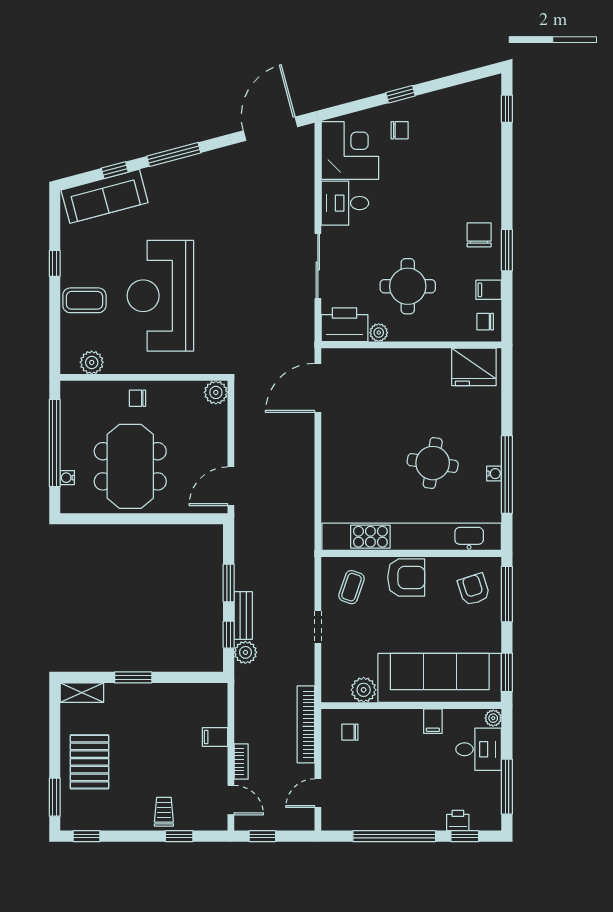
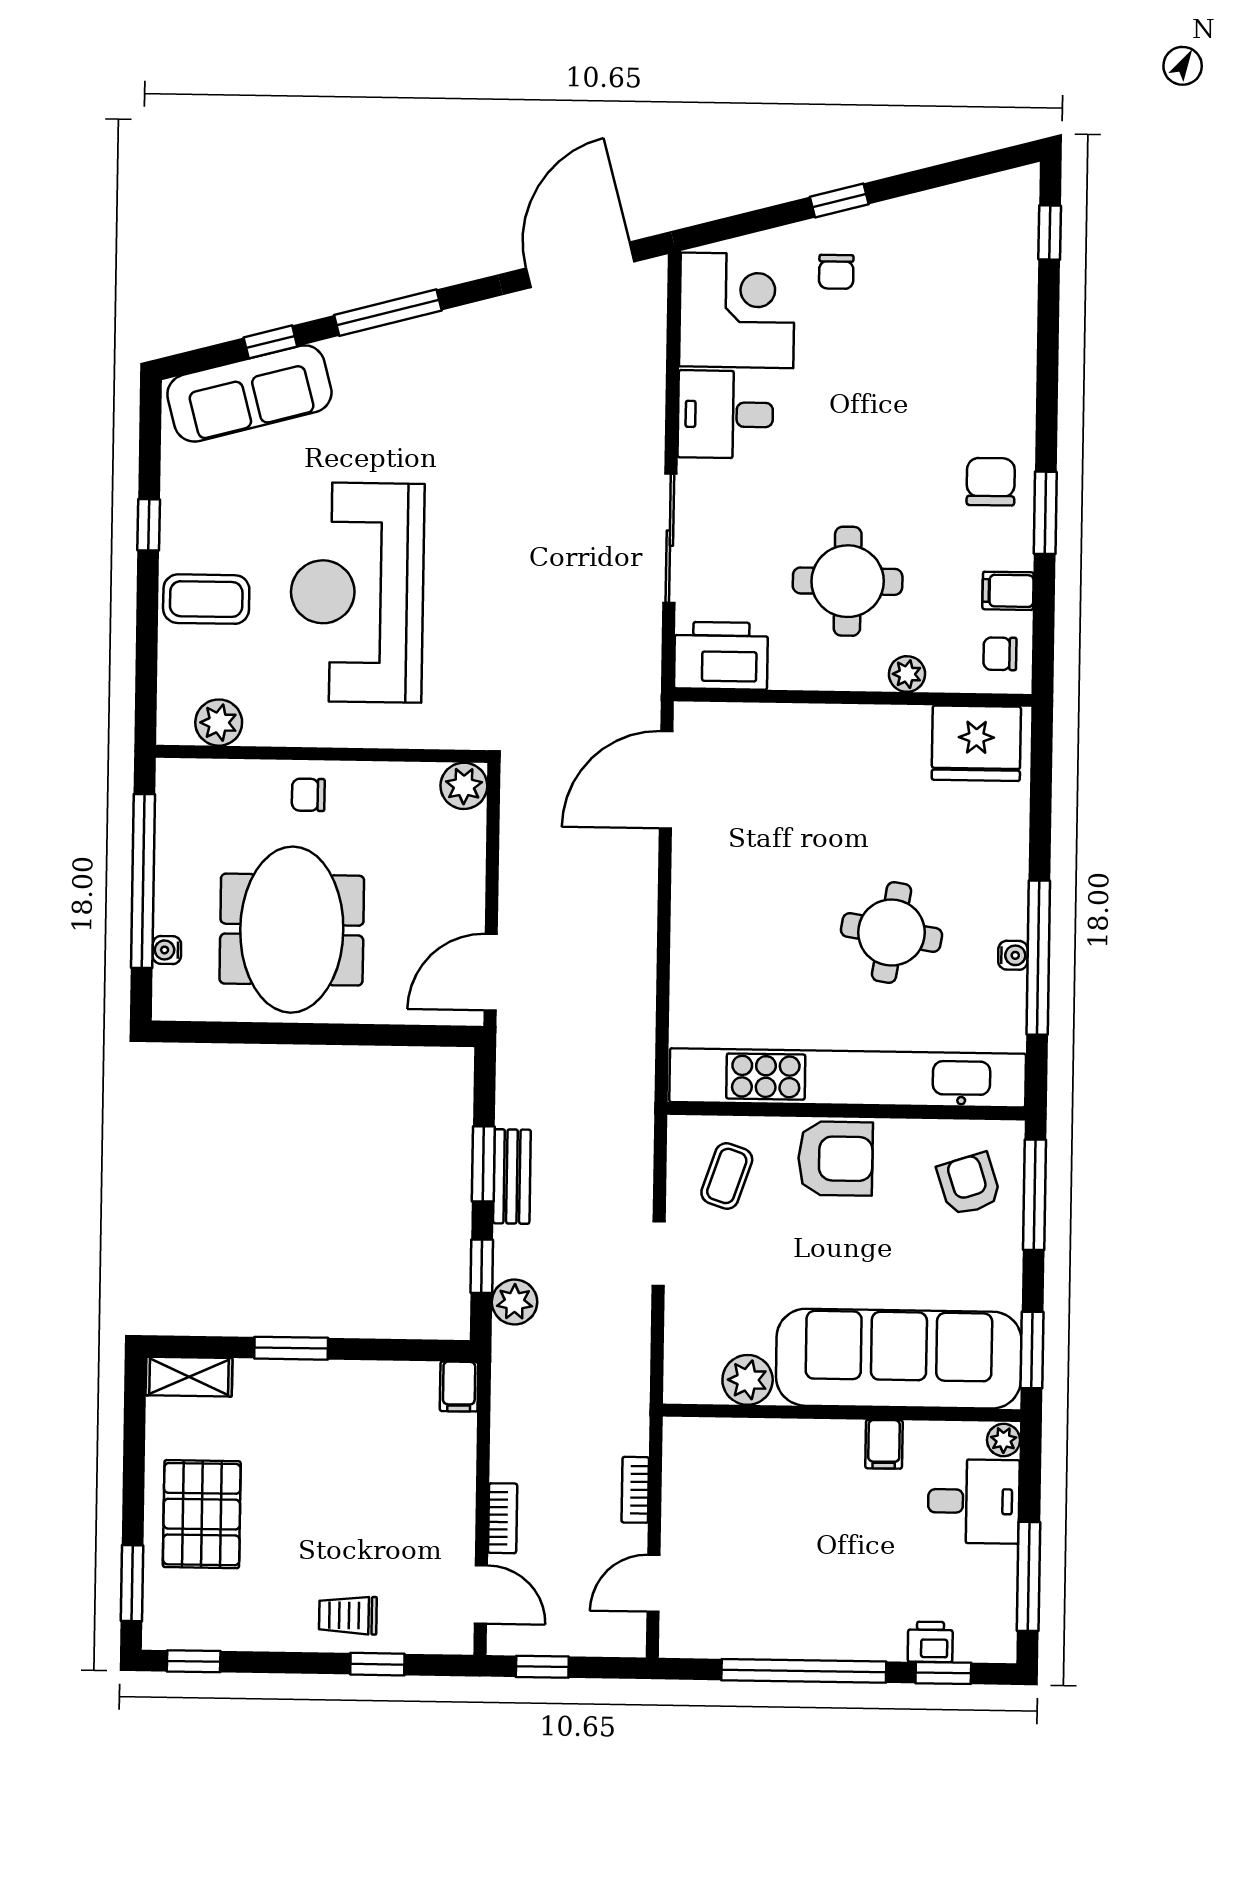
chair: (400, 130) -> (836, 272), turned 90
plant: (379, 333) -> (907, 674), moved
bench: (243, 615) -> (512, 1176), moved
bookcase: (306, 724) -> (635, 1490), width x0.43, depth x0.76
chair: (350, 732) -> (719, 1463), removed
filing cabinet: (215, 737) -> (459, 1387), moved, turned -90
trolley: (164, 812) -> (348, 1615), turned -90

